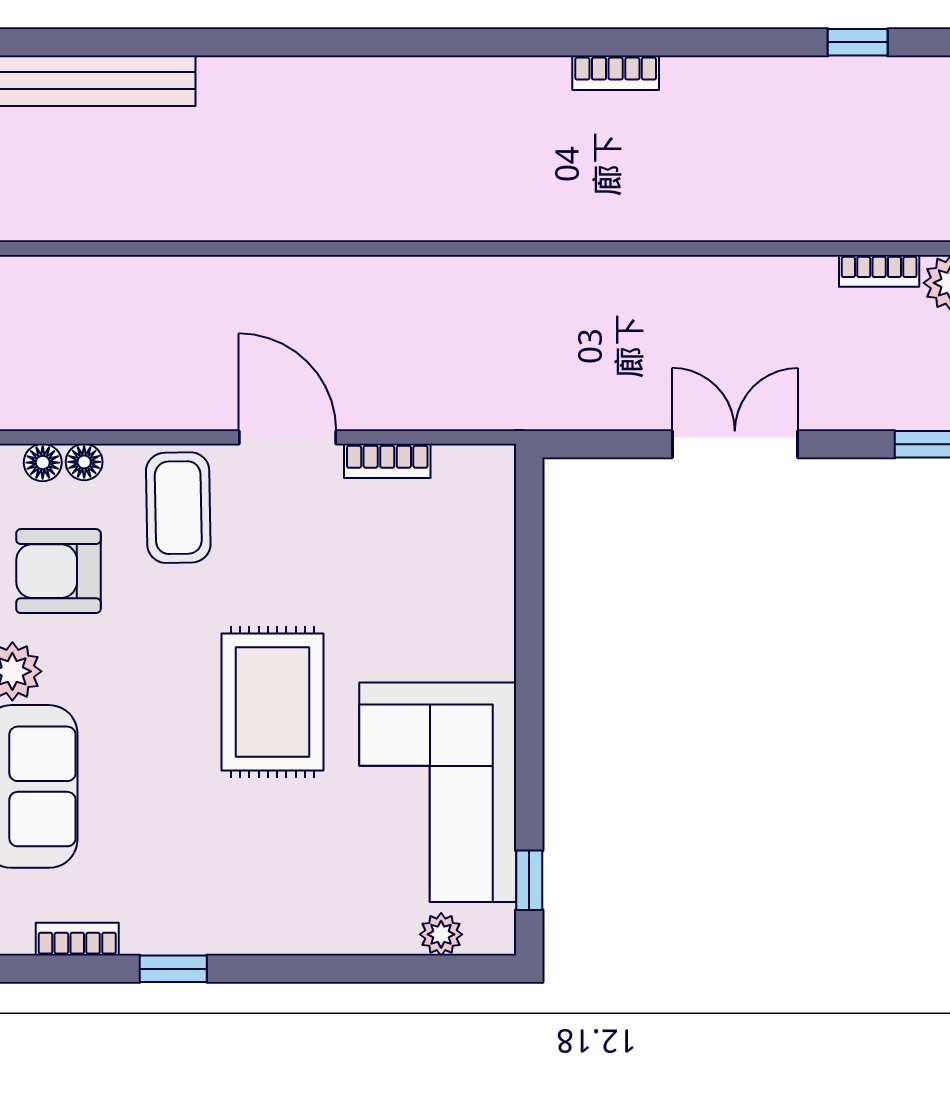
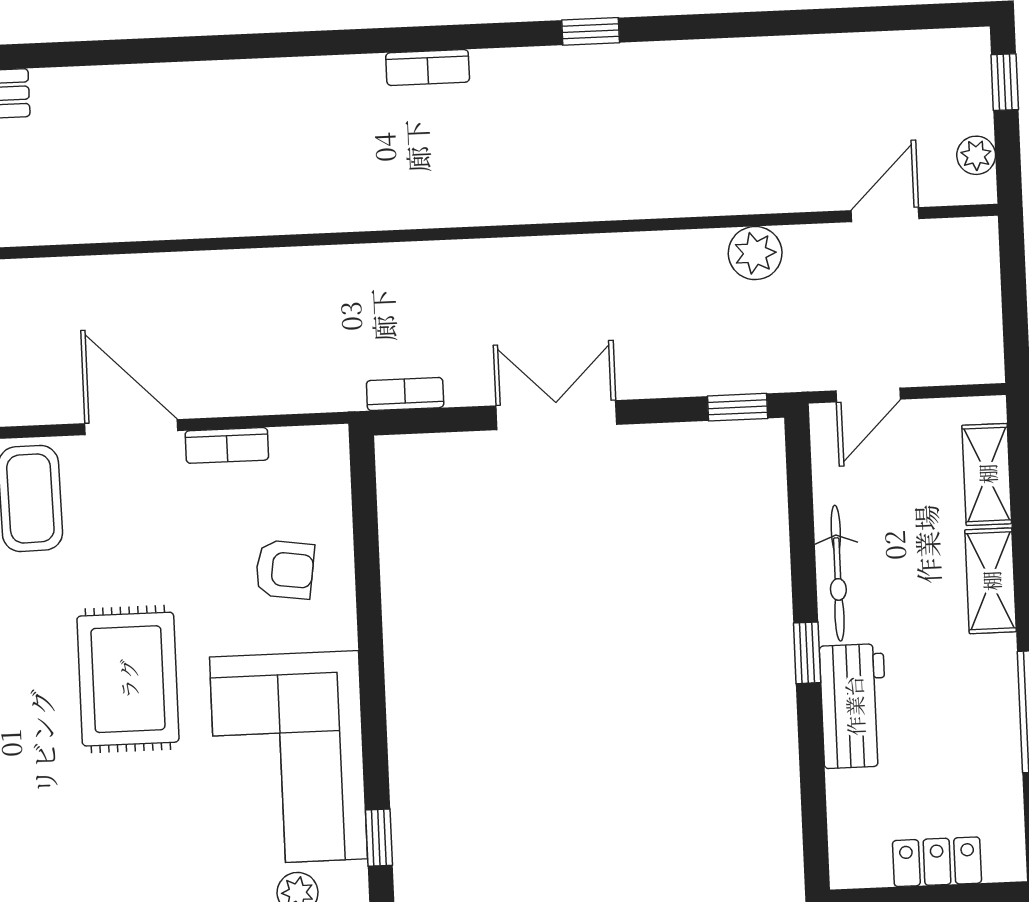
window: (858, 42) -> (591, 31), moved
bookcase: (879, 271) -> (405, 394), moved, turned 180
armchair: (442, 594) -> (285, 569), added

